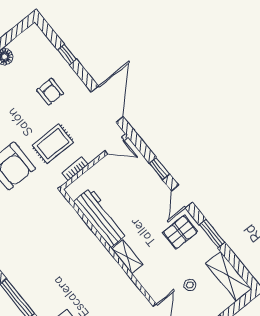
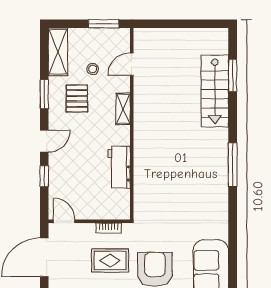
workbench: (101, 218) -> (119, 167), width x0.73
pallet: (180, 232) -> (77, 98), moved, turned 90
shelving: (127, 257) -> (123, 109), moved

